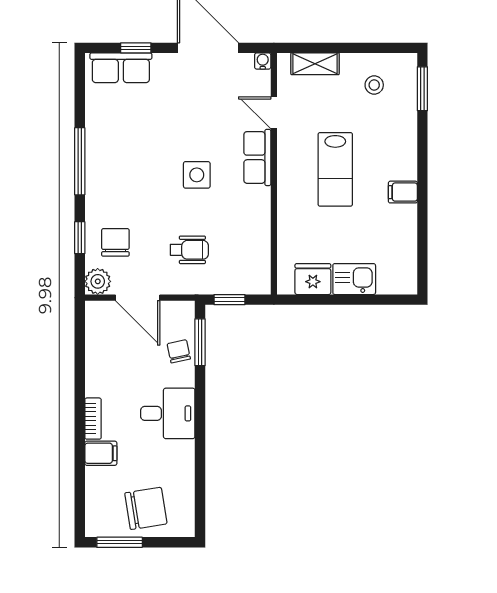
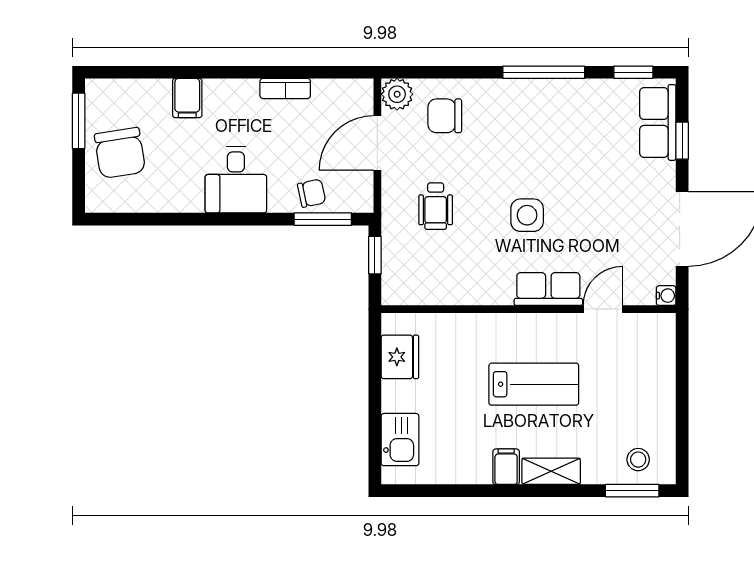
shelving: (315, 64) -> (551, 471), moved, turned 90
stool: (374, 85) -> (638, 460), moved
lab bench: (335, 169) -> (534, 384), turned 180
window: (80, 238) -> (633, 72), moved
chair: (115, 242) -> (445, 116), turned 180
kitchen sink: (354, 279) -> (400, 440), moved
bookcase: (93, 419) -> (285, 88), moved

